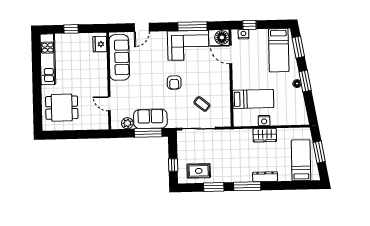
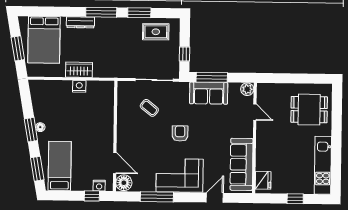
corner sofa: (188, 45) -> (180, 175), moved
bed: (253, 99) -> (91, 111), removed
plant: (127, 123) -> (247, 89), moved
bed: (301, 160) -> (44, 40), width x1.50
window: (173, 165) -> (184, 54), moved

